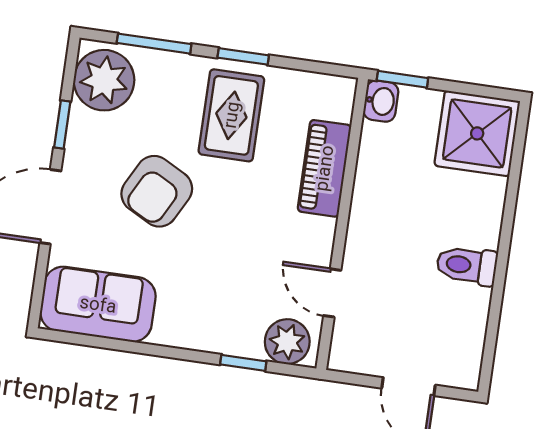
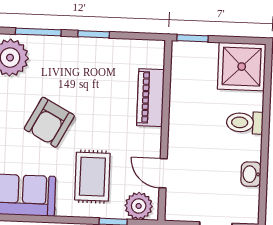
washbasin: (381, 101) -> (251, 174), moved, turned 180
rug: (231, 115) -> (92, 177), moved
toilet: (467, 265) -> (245, 123), moved

